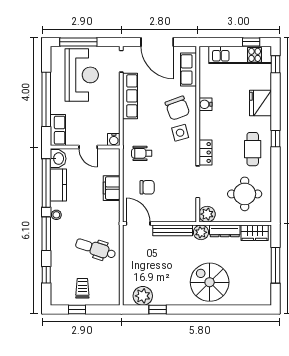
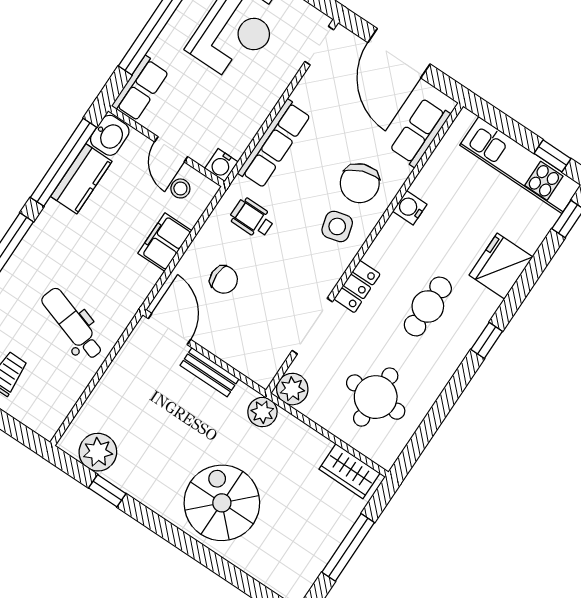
row of seats: (130, 96) -> (274, 144), moved
cafe table: (253, 149) -> (428, 306), moved
stool: (56, 215) -> (180, 188), moved
bench: (173, 230) -> (210, 372), width x0.73
dresser: (225, 231) -> (303, 436), removed

